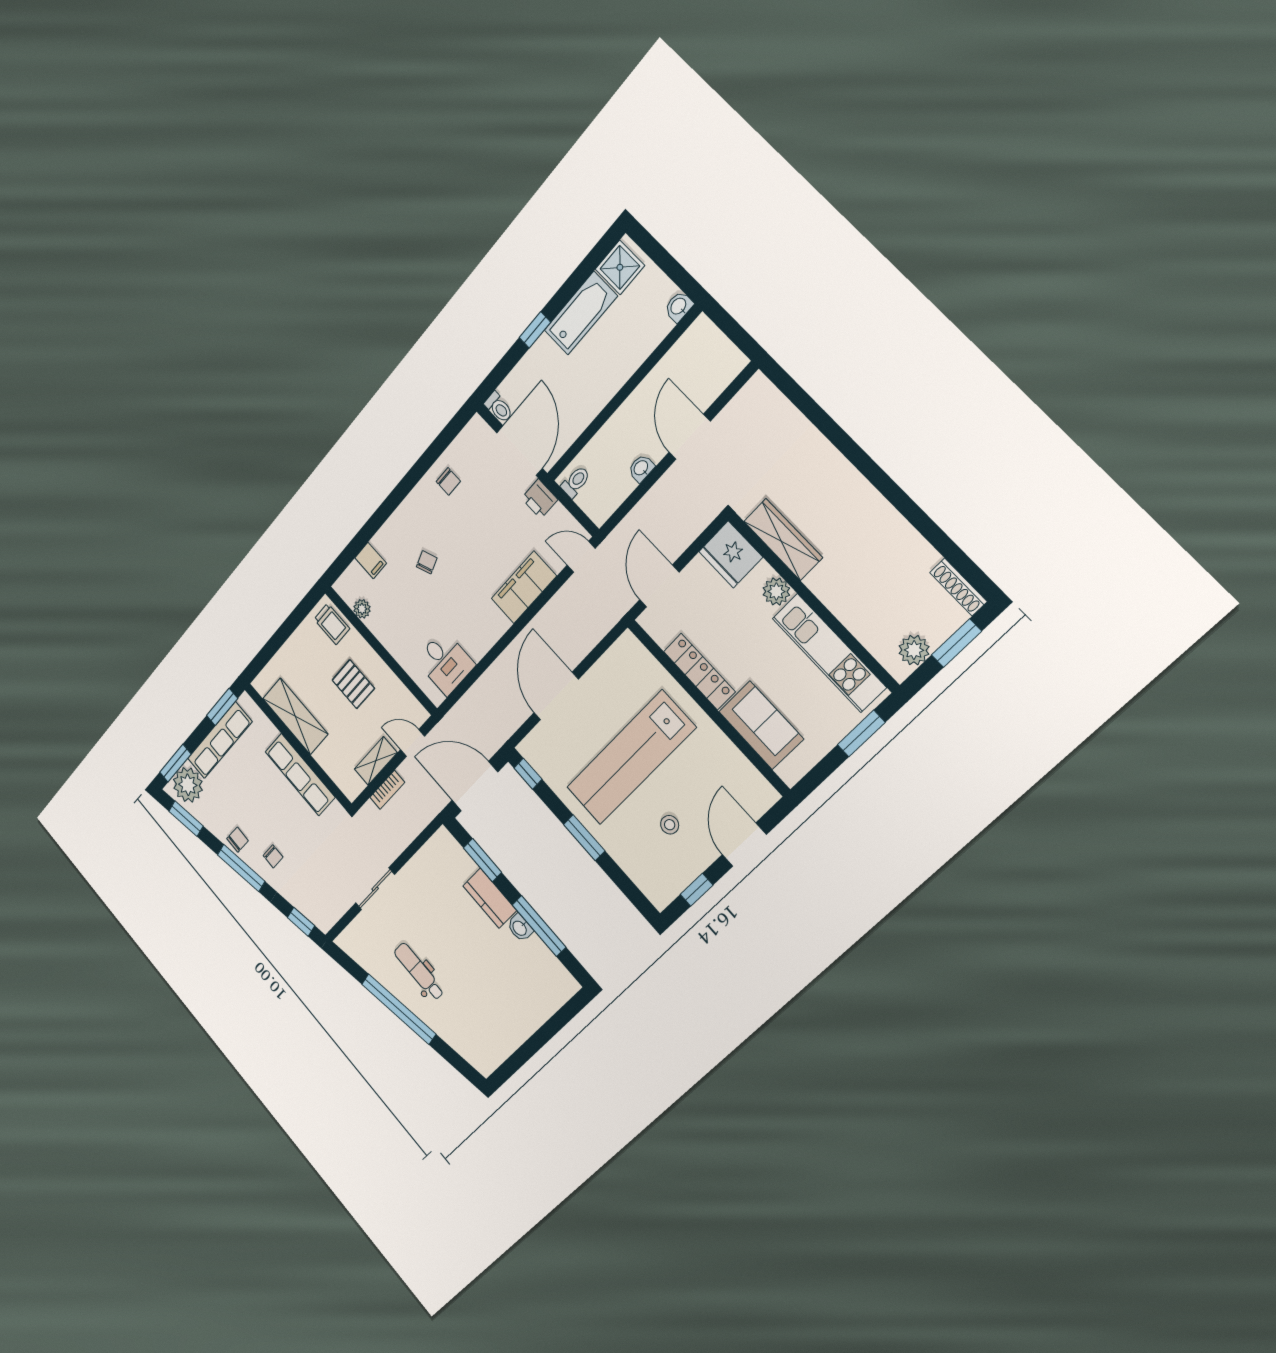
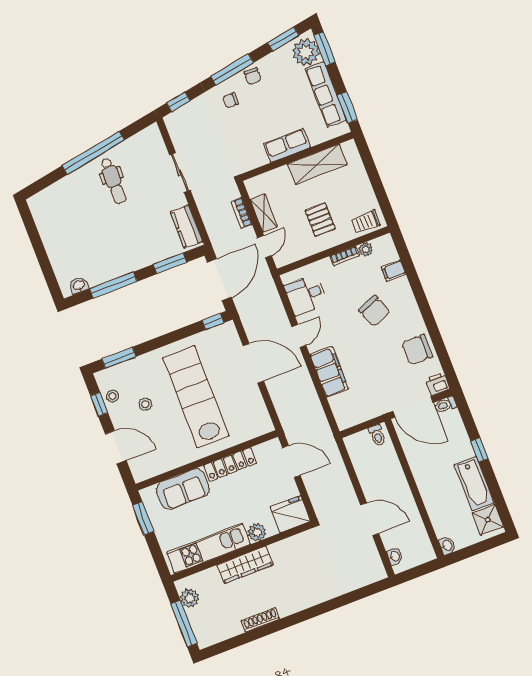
washbasin: (641, 468) -> (395, 556), moved
chair: (448, 481) -> (417, 350), width x1.87, depth x1.87
printer: (540, 499) -> (438, 384), moved
wardrobe: (783, 539) -> (245, 565), moved
door: (581, 557) -> (299, 336), moved
chair: (427, 562) -> (374, 311), width x1.87, depth x1.87
shoe rack: (958, 587) -> (260, 620), moved
bookcase: (381, 633) -> (345, 256), added
window: (956, 643) -> (184, 623), width x1.44
pallet: (353, 684) -> (320, 220), turned 90
window: (861, 734) -> (143, 518), moved
row of seats: (300, 774) -> (287, 145), width x0.68
window: (584, 838) -> (119, 358), moved
stool: (678, 875) -> (113, 396), added
kitchen counter: (490, 898) -> (186, 227), moved, turned -90
washbasin: (520, 928) -> (79, 285), moved
dental chair: (419, 972) -> (113, 181), turned 90

